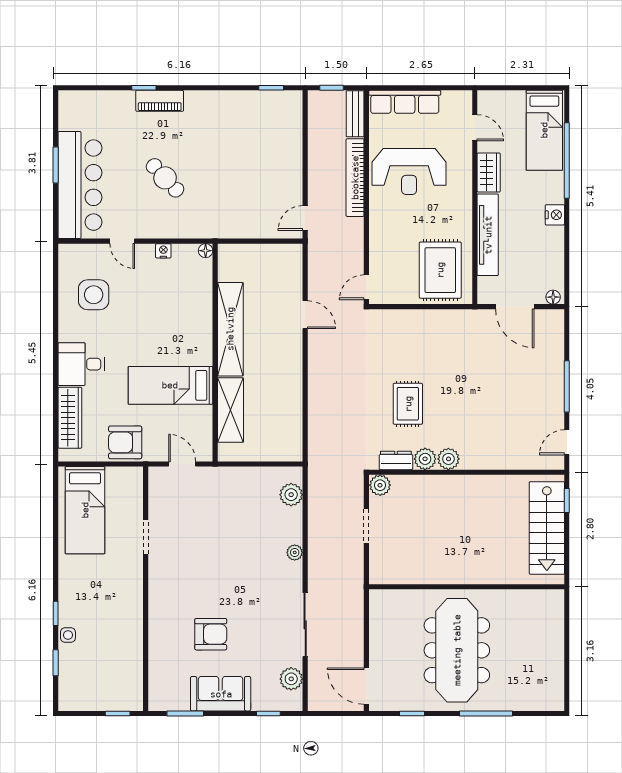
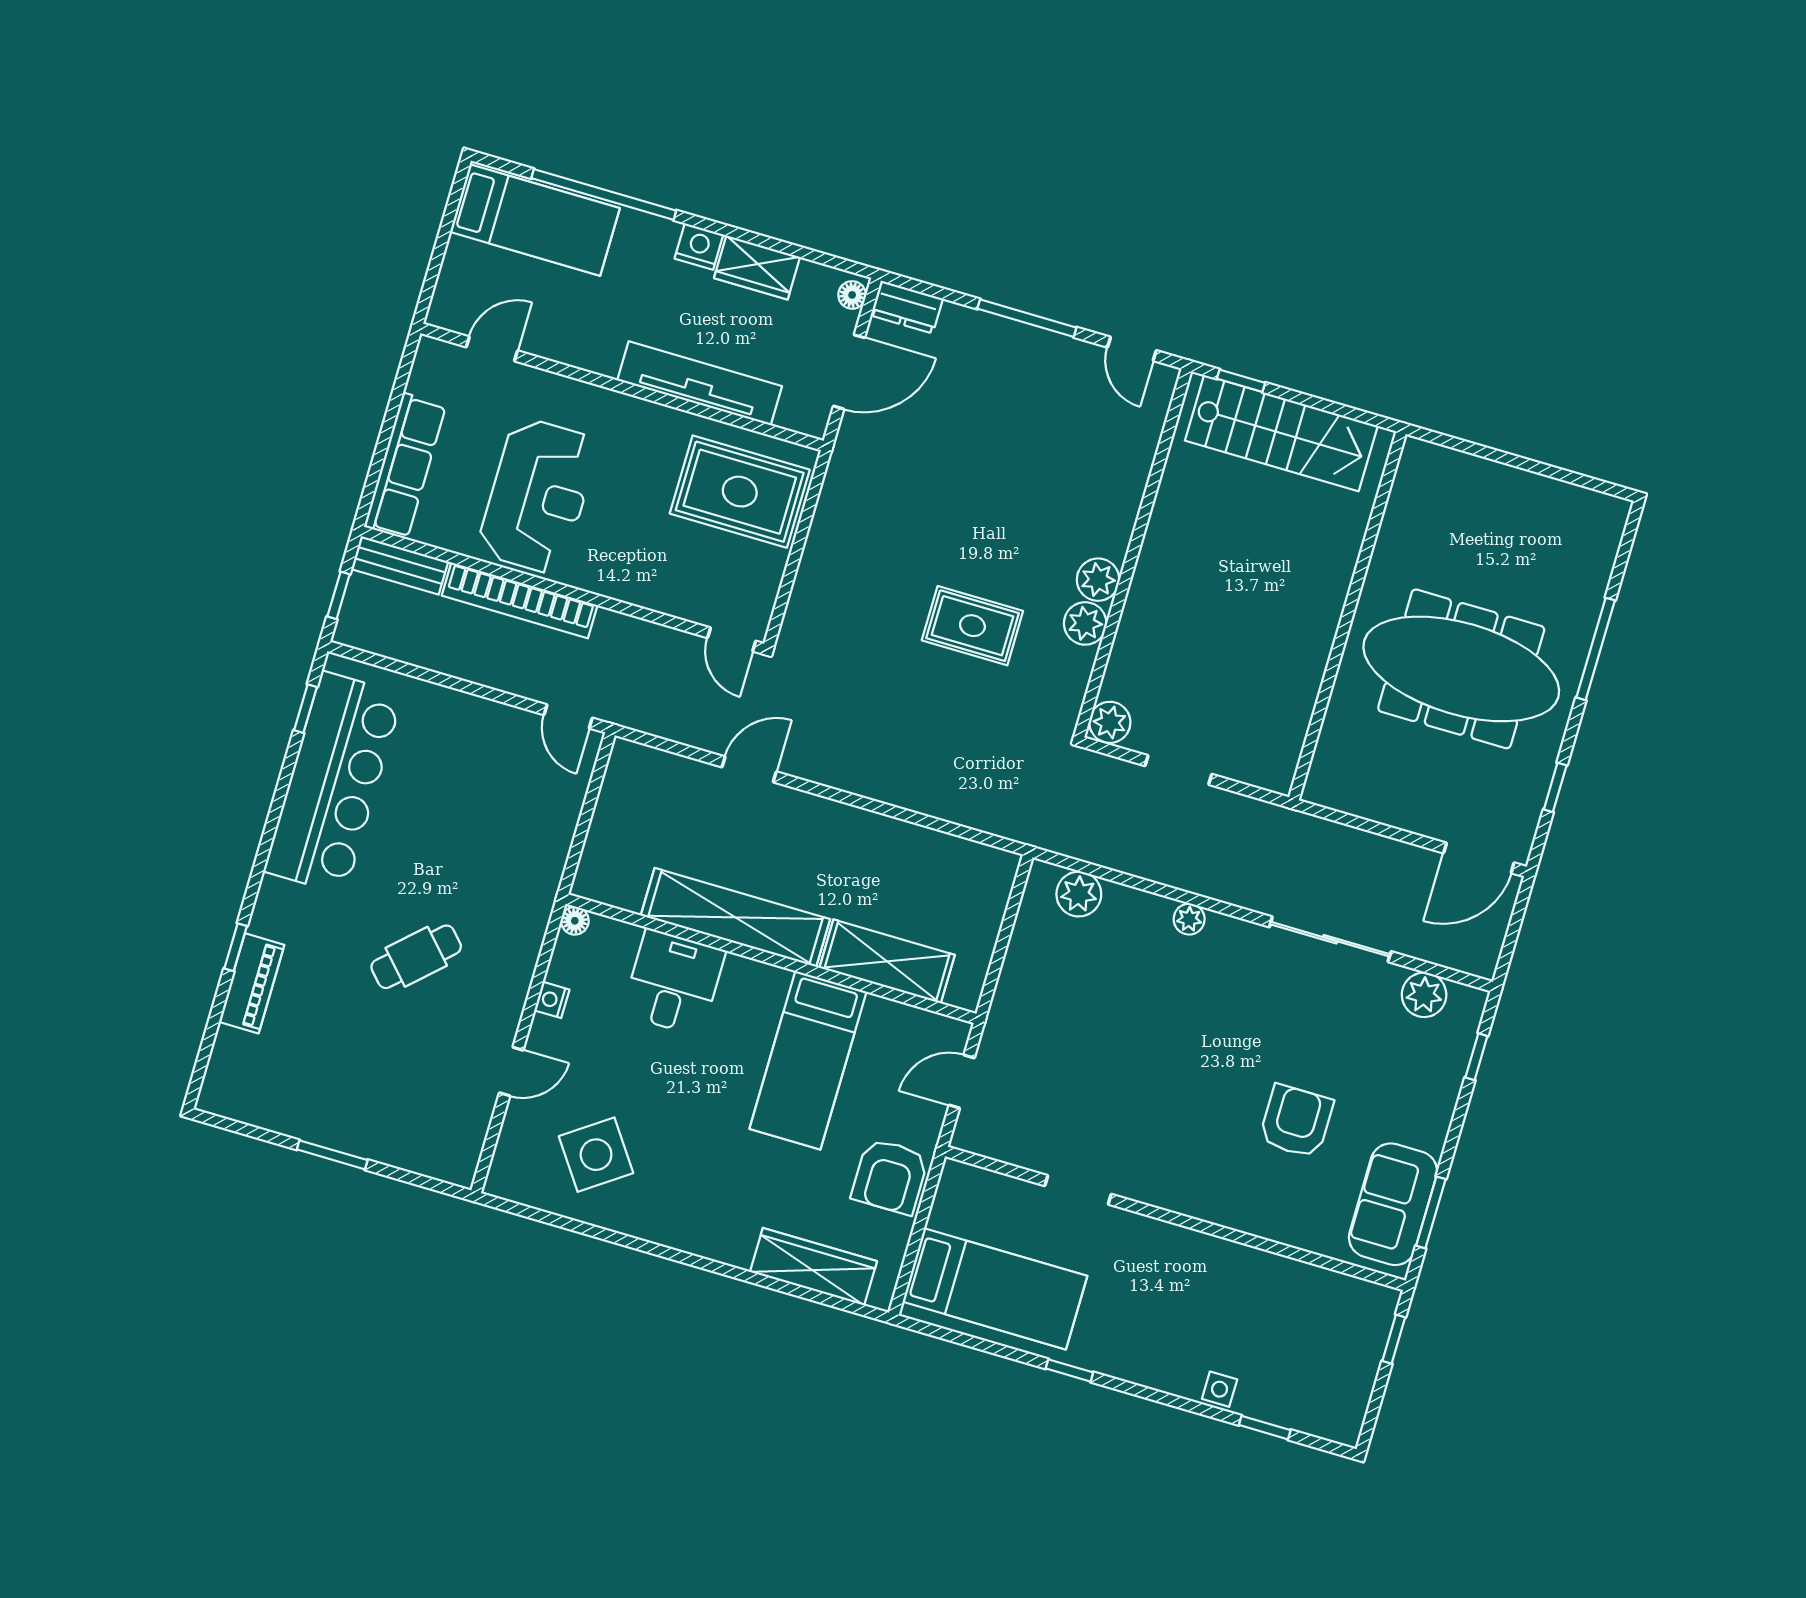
piano: (160, 101) -> (252, 983), moved
wardrobe: (489, 172) -> (757, 267), moved, turned 180
bar counter: (80, 185) -> (333, 783), moved, turned 90
side table: (94, 295) -> (596, 1155), turned -35
desk: (81, 364) -> (674, 982), moved, turned 180
dresser: (396, 460) -> (907, 307), moved, turned -90
window: (56, 613) -> (1069, 1370), moved
sofa: (221, 694) -> (1393, 1204), moved

